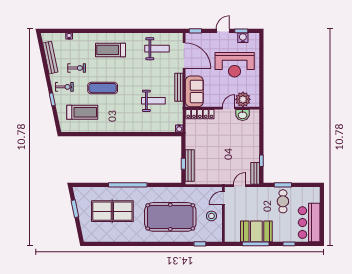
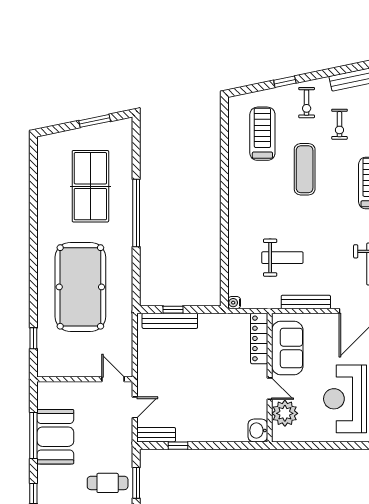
sofa: (194, 91) -> (287, 348), moved, turned -90
weight bench: (153, 101) -> (282, 258), turned -90
treadmill: (82, 112) -> (262, 134), turned 180
washbasin: (243, 115) -> (258, 430), moved
door: (240, 186) -> (135, 407), hinge flipped
stool: (211, 216) -> (82, 359), removed

